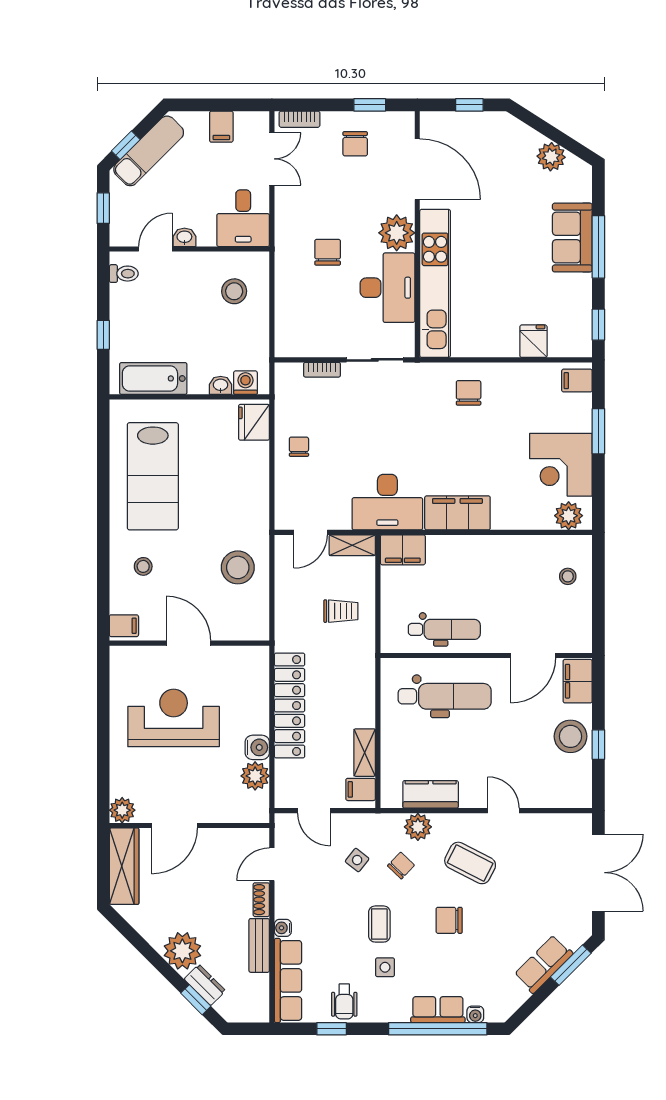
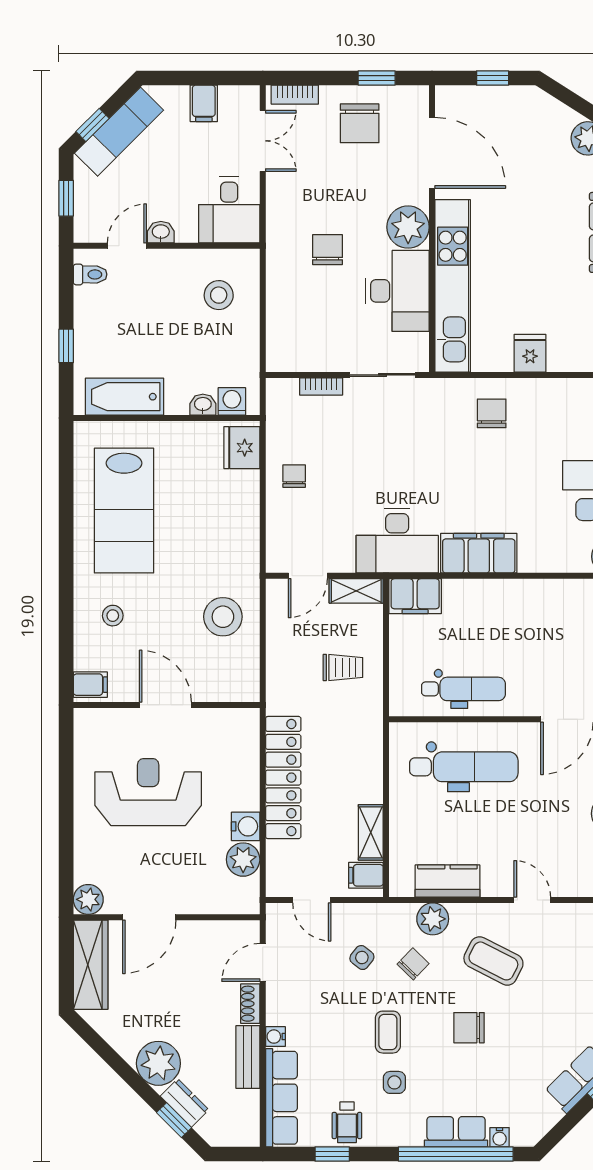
chair: (355, 144) -> (360, 123), width x1.37, depth x1.37
fridge: (533, 341) -> (530, 353), moved

